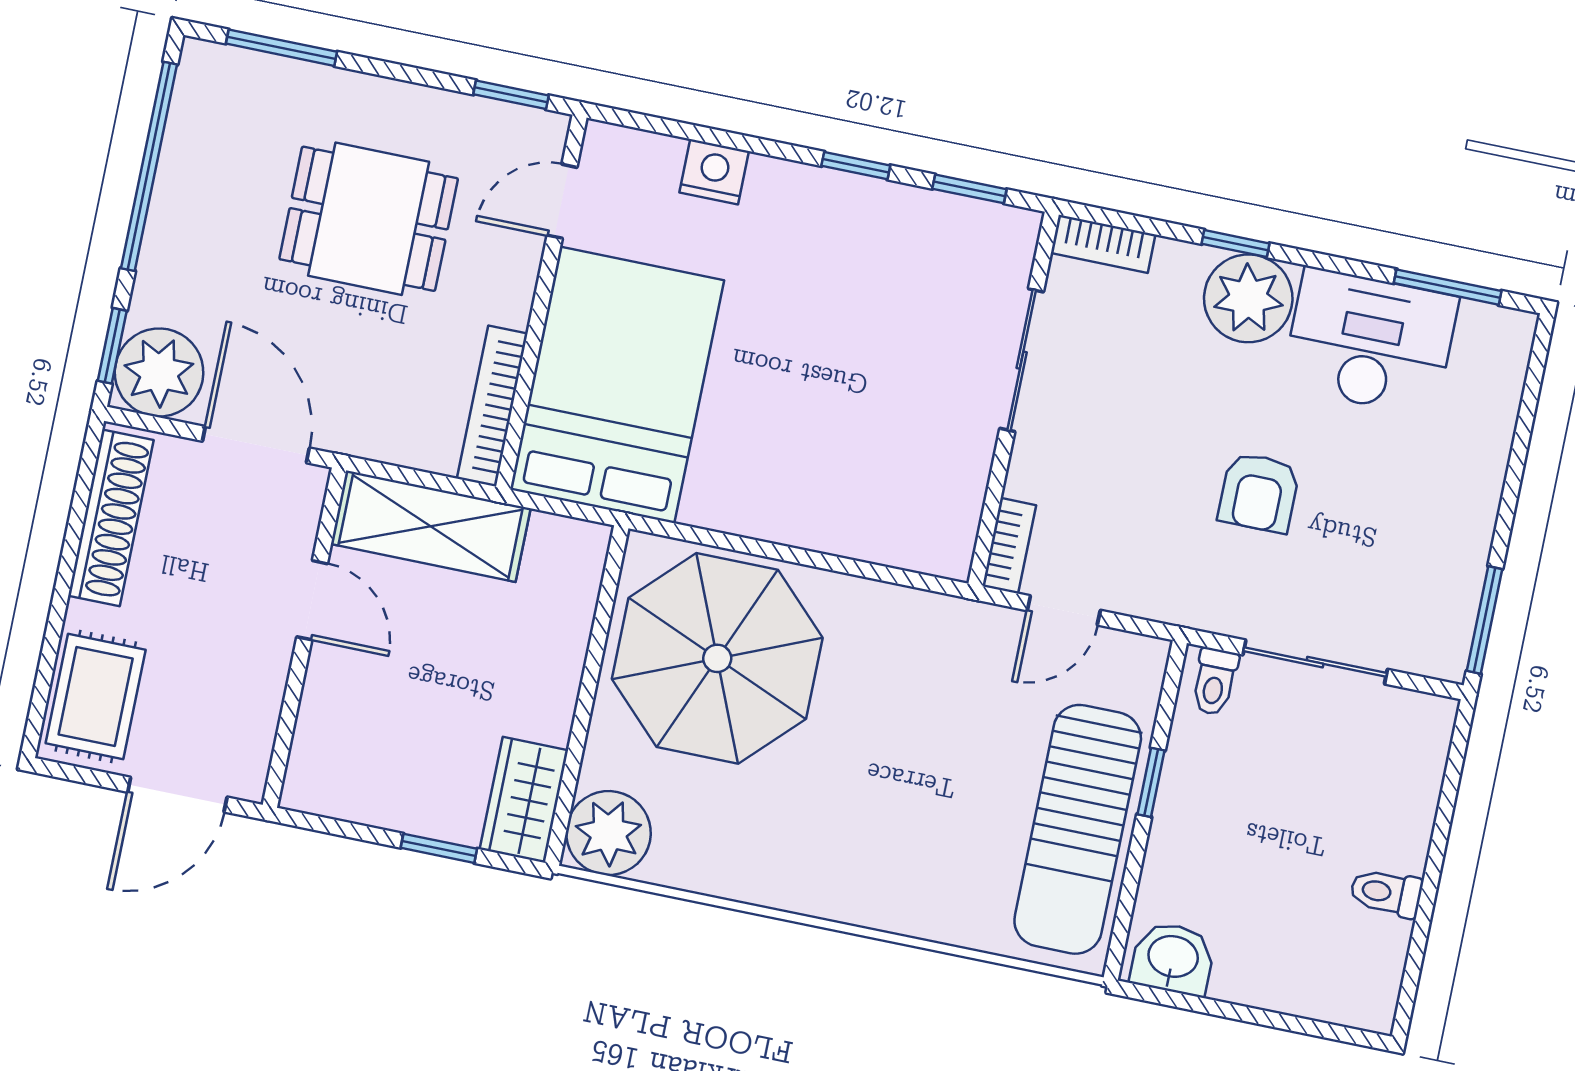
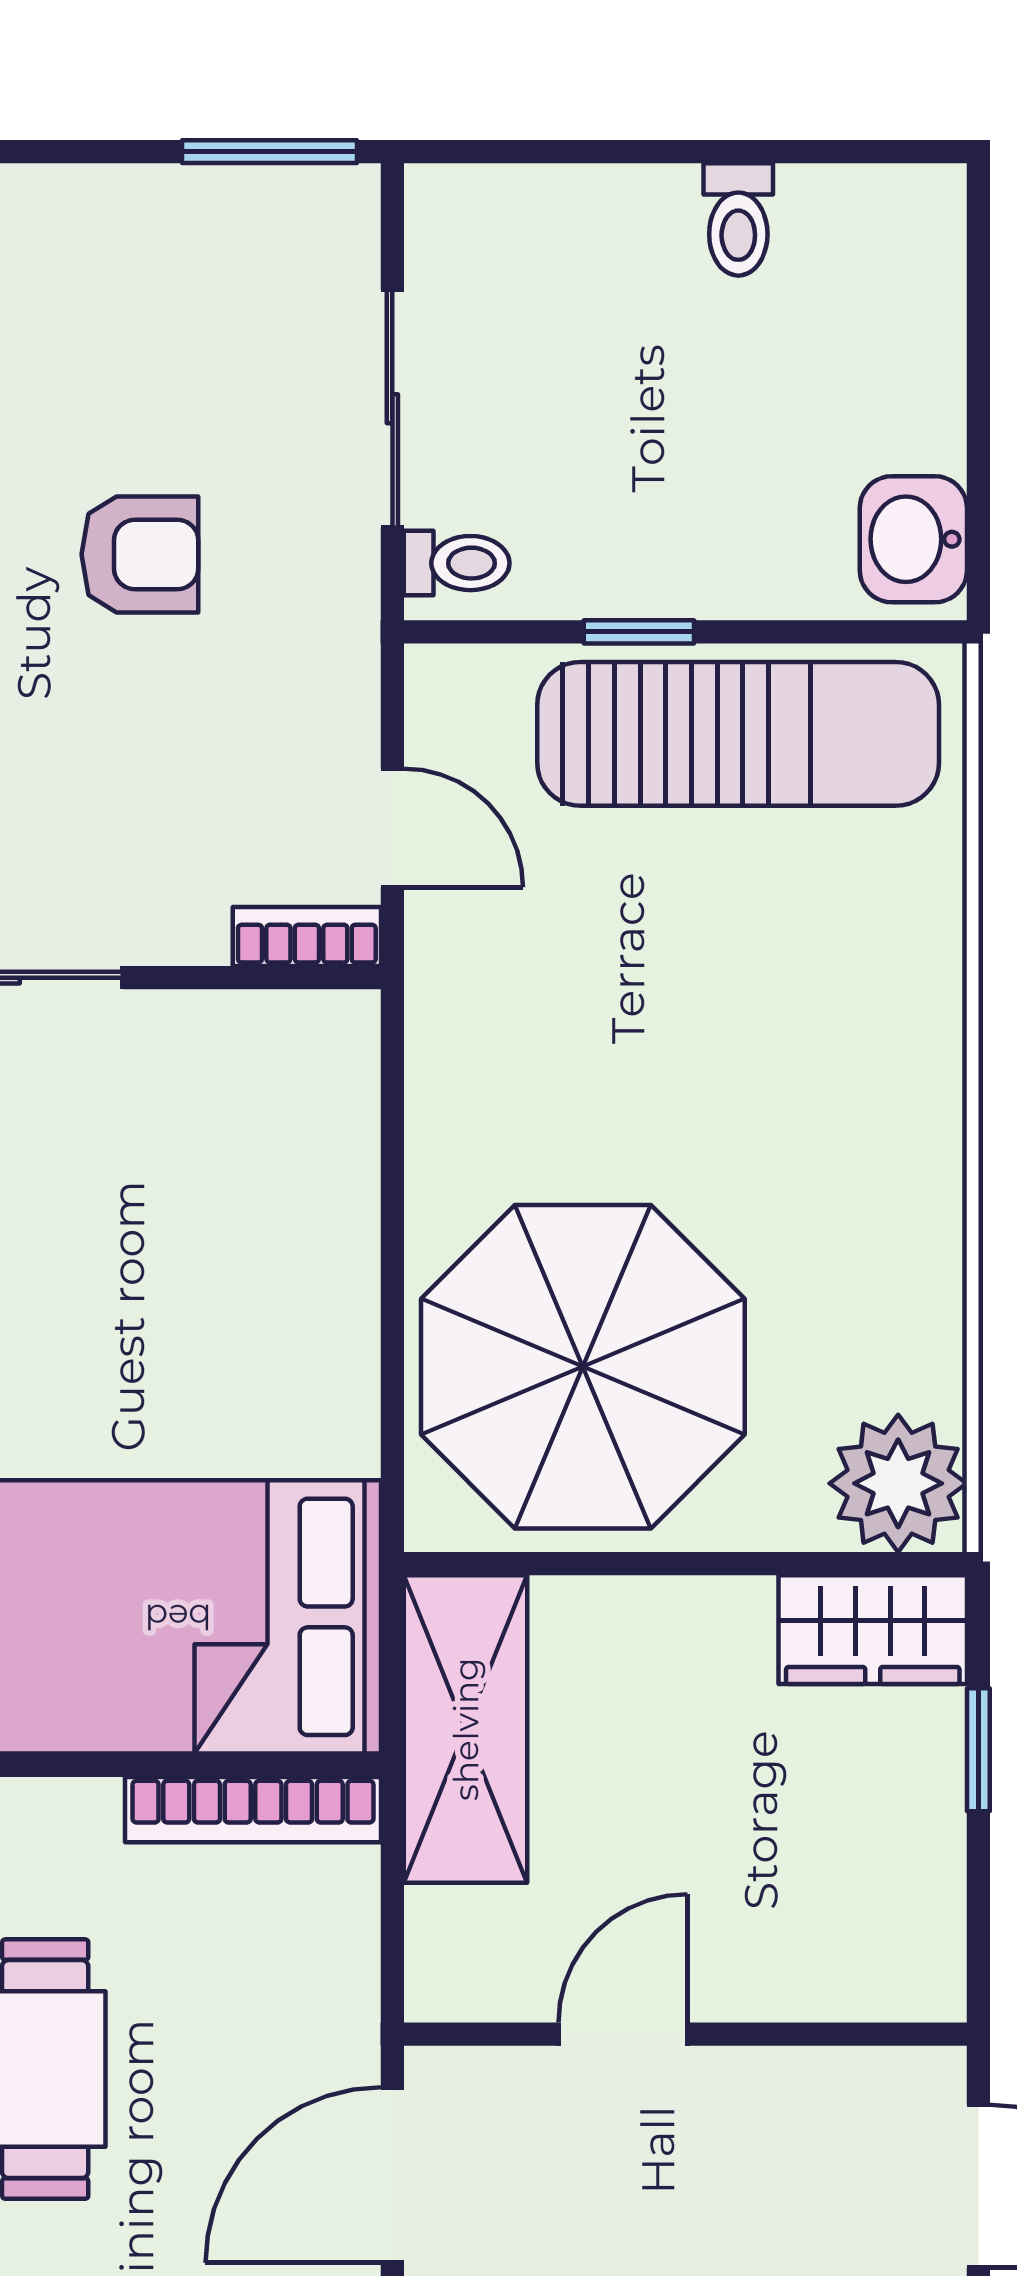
shelving: (431, 526) -> (466, 1729), moved

